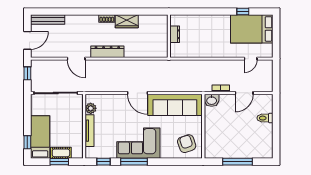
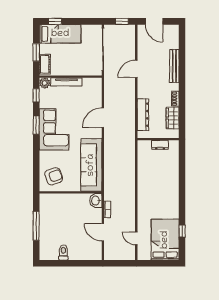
bench: (48, 19) -> (174, 66), moved
dresser: (175, 34) -> (160, 145), moved
wall: (169, 36) -> (158, 139), moved
dresser: (107, 52) -> (143, 115), moved
door: (137, 93) -> (103, 118), moved
plant: (91, 108) -> (45, 83), moved
toilet: (265, 118) -> (63, 252), moved
cot: (61, 153) -> (45, 64), moved
window: (134, 162) -> (36, 125), width x0.69

